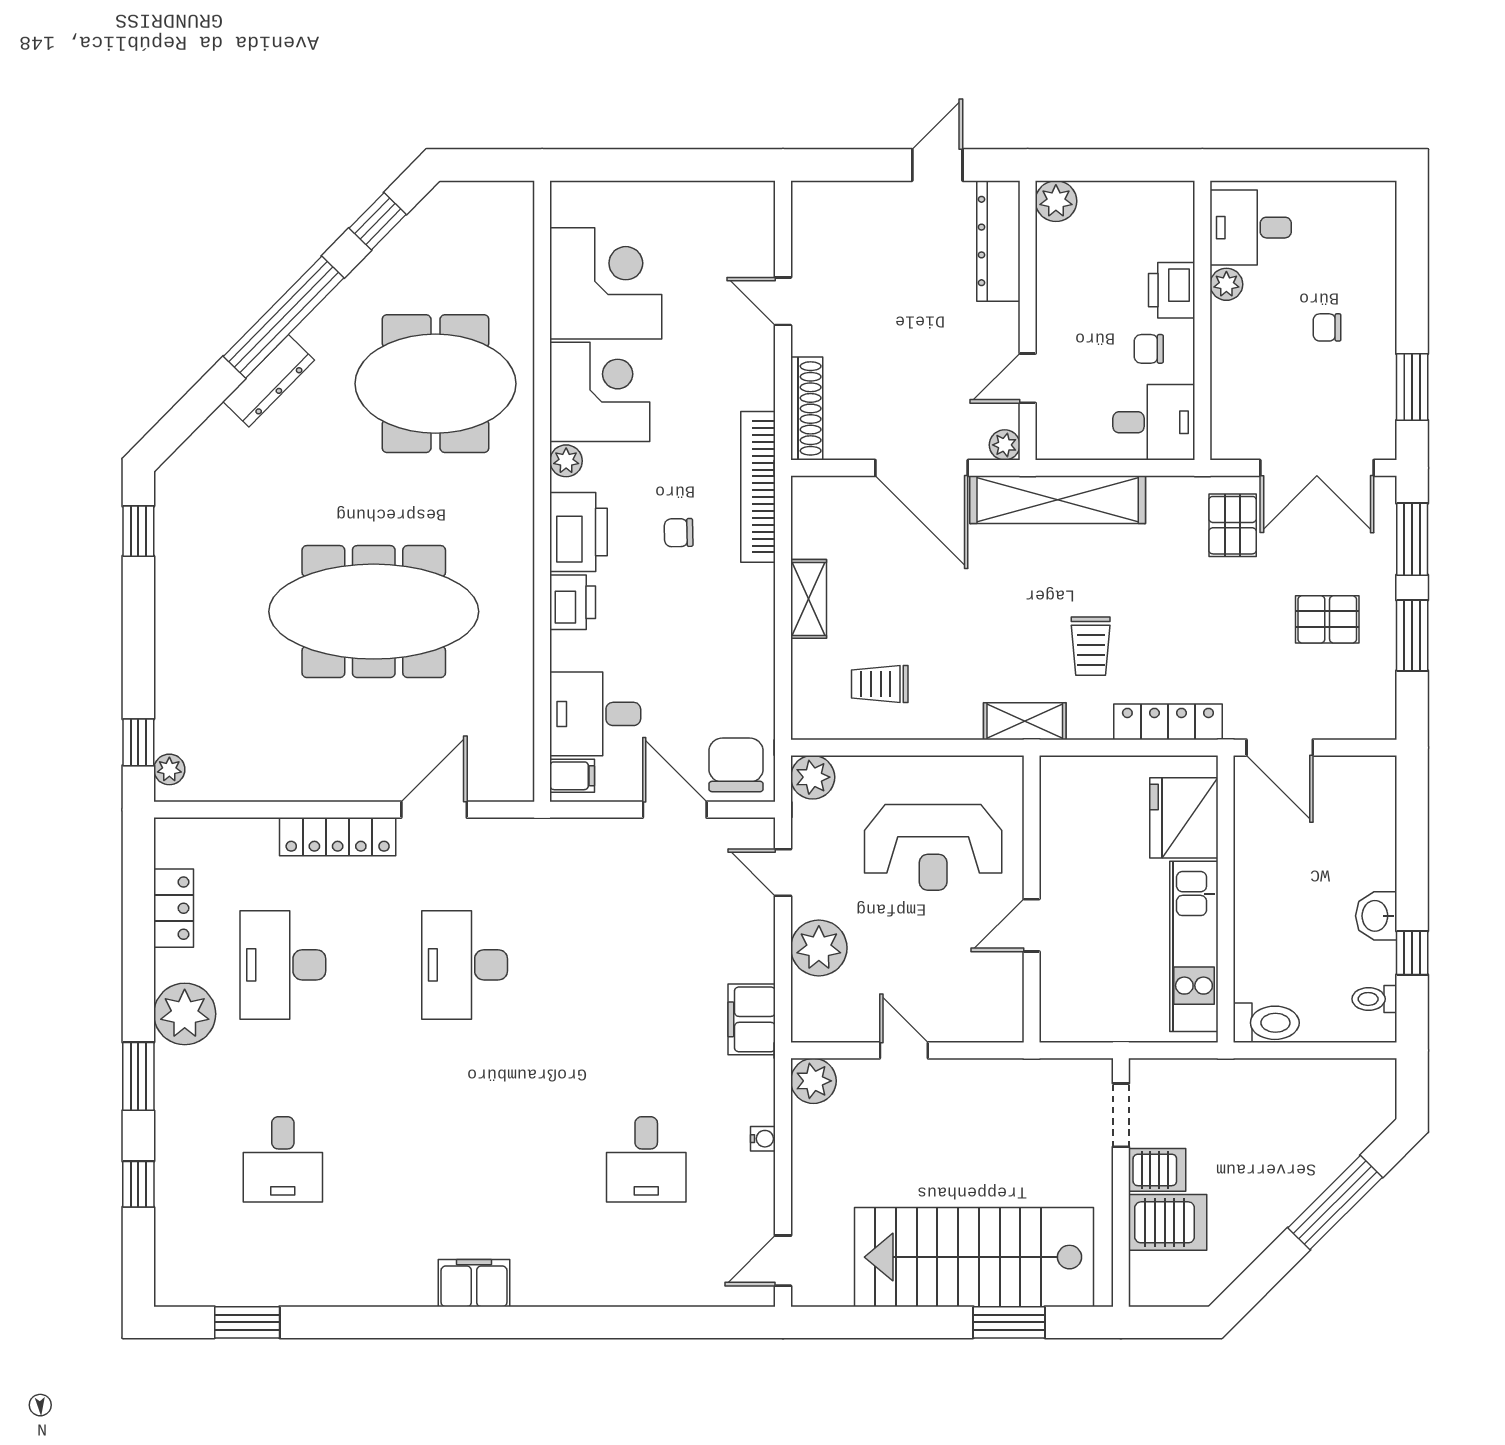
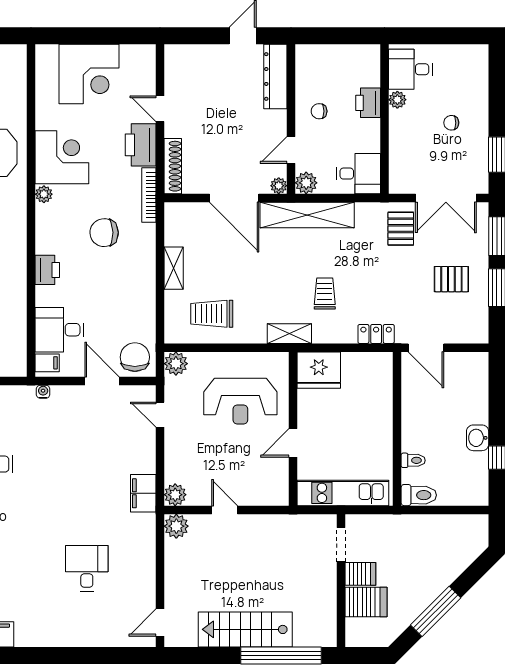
plant: (1056, 201) -> (306, 183), moved
corner desk: (606, 283) -> (89, 74), moved, turned 90
chair: (1149, 349) -> (319, 111), moved
bookcase: (758, 487) -> (149, 195), width x0.68, depth x0.76
printer: (578, 532) -> (141, 145), moved, turned 180
chair: (679, 533) -> (104, 233), width x1.87, depth x1.87
trolley: (1091, 646) -> (325, 293), turned 180
trolley: (880, 684) -> (212, 314), width x1.36, depth x1.39
locker: (1168, 722) -> (376, 334), width x0.66
fridge: (1184, 818) -> (319, 370), moved, turned -90
kitchen unit: (1194, 946) -> (343, 493), moved, turned 90
plant: (819, 948) -> (175, 495), moved, width x0.73, depth x0.73
toilet: (1374, 999) -> (413, 460), moved, turned 180
water cooler: (763, 1139) -> (43, 392), moved, turned -90
desk: (646, 1159) -> (87, 568), turned 180
window: (1335, 1203) -> (436, 611), moved
stairs: (974, 1257) -> (245, 629), width x0.73, depth x0.66
window: (1009, 1322) -> (281, 655), width x2.11

